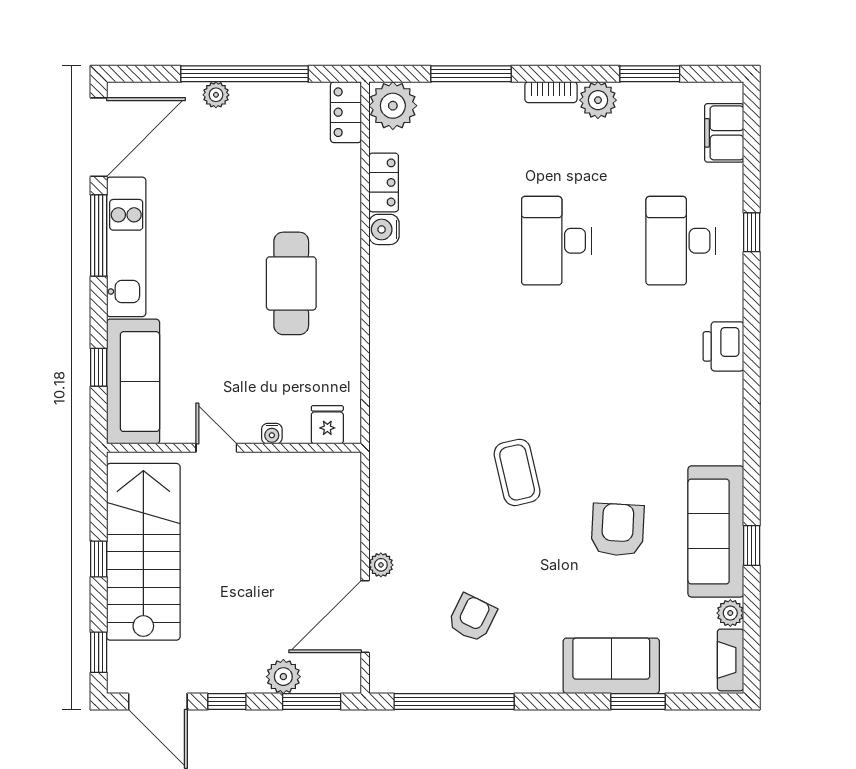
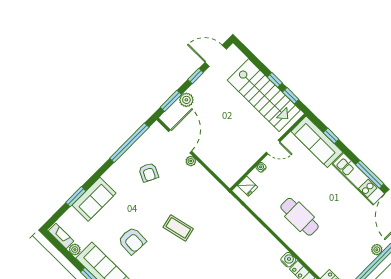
window: (99, 652) -> (291, 96), moved

